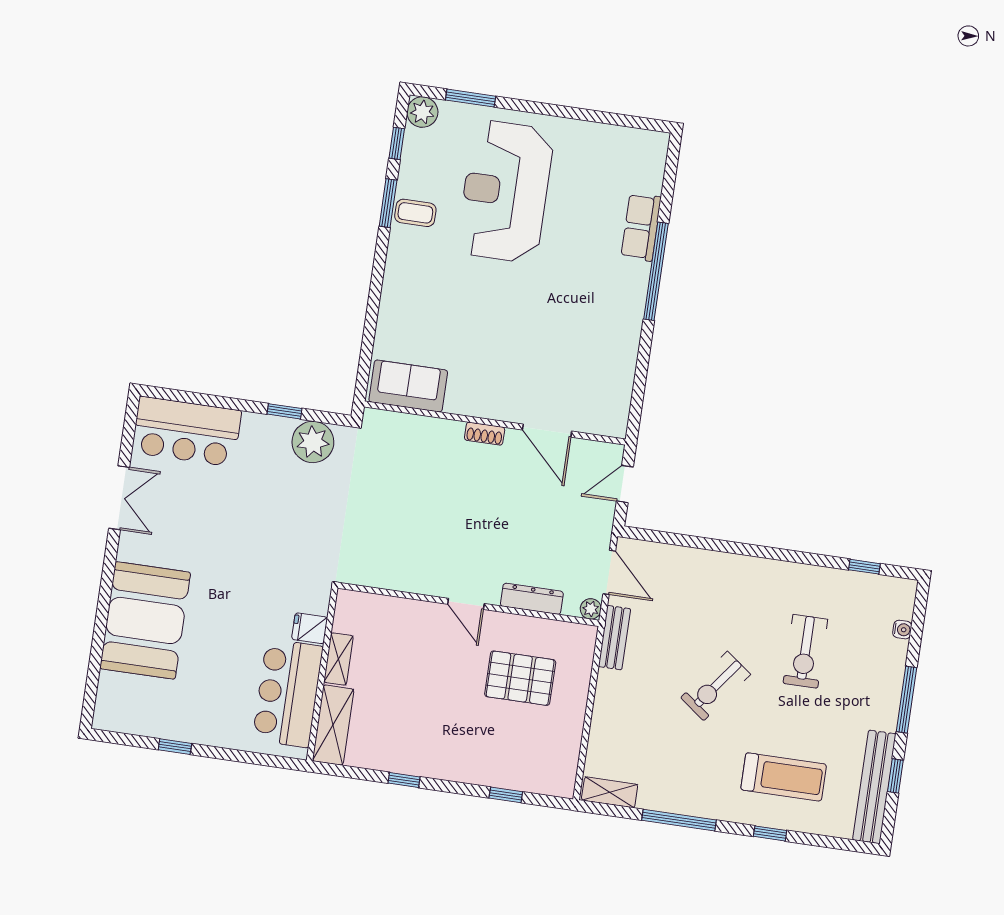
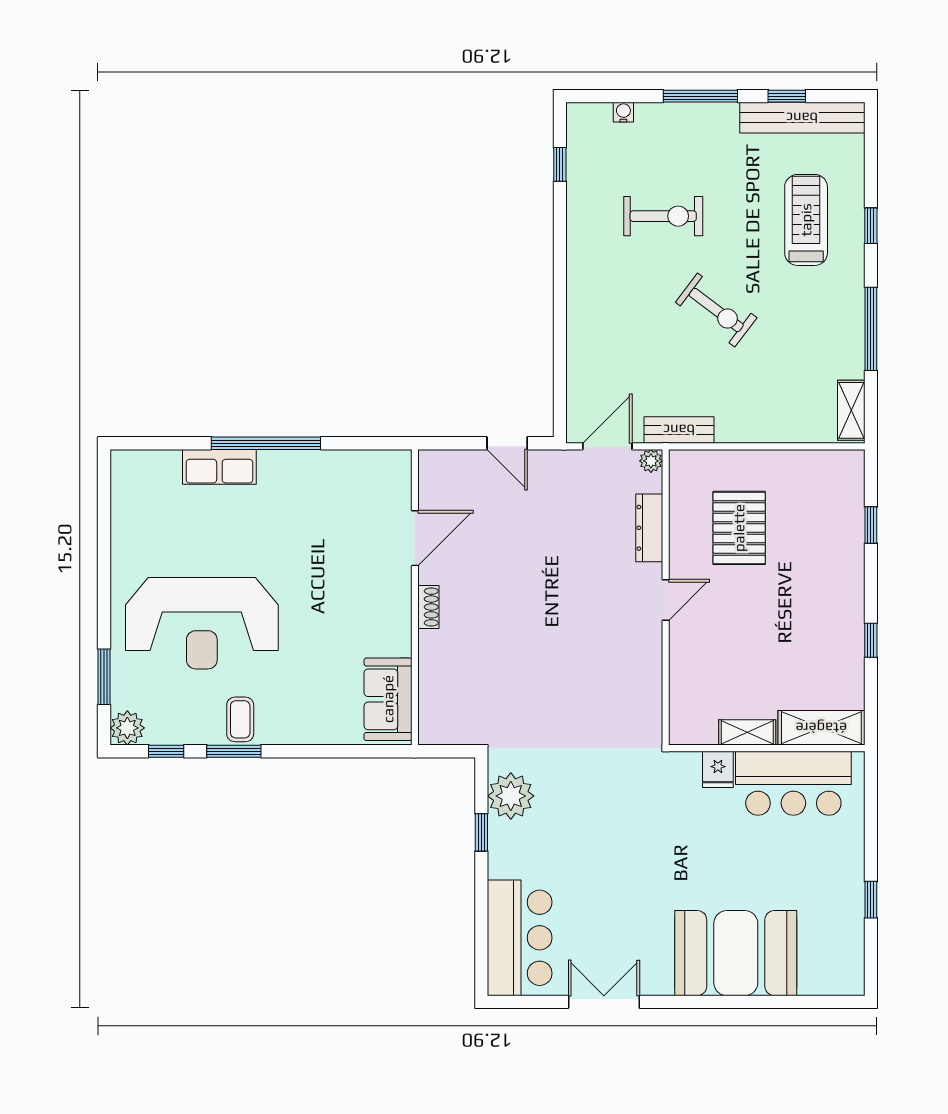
sofa: (408, 386) -> (388, 699), moved
wall: (495, 423) -> (415, 597), moved
door: (547, 431) -> (415, 538), moved
shoe rack: (485, 434) -> (428, 607), moved

